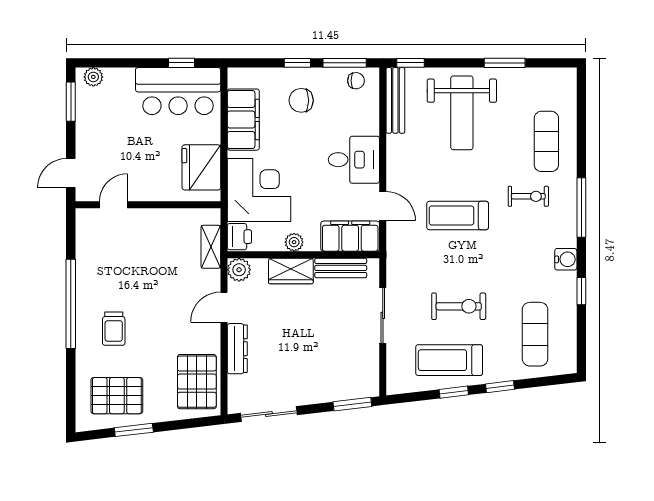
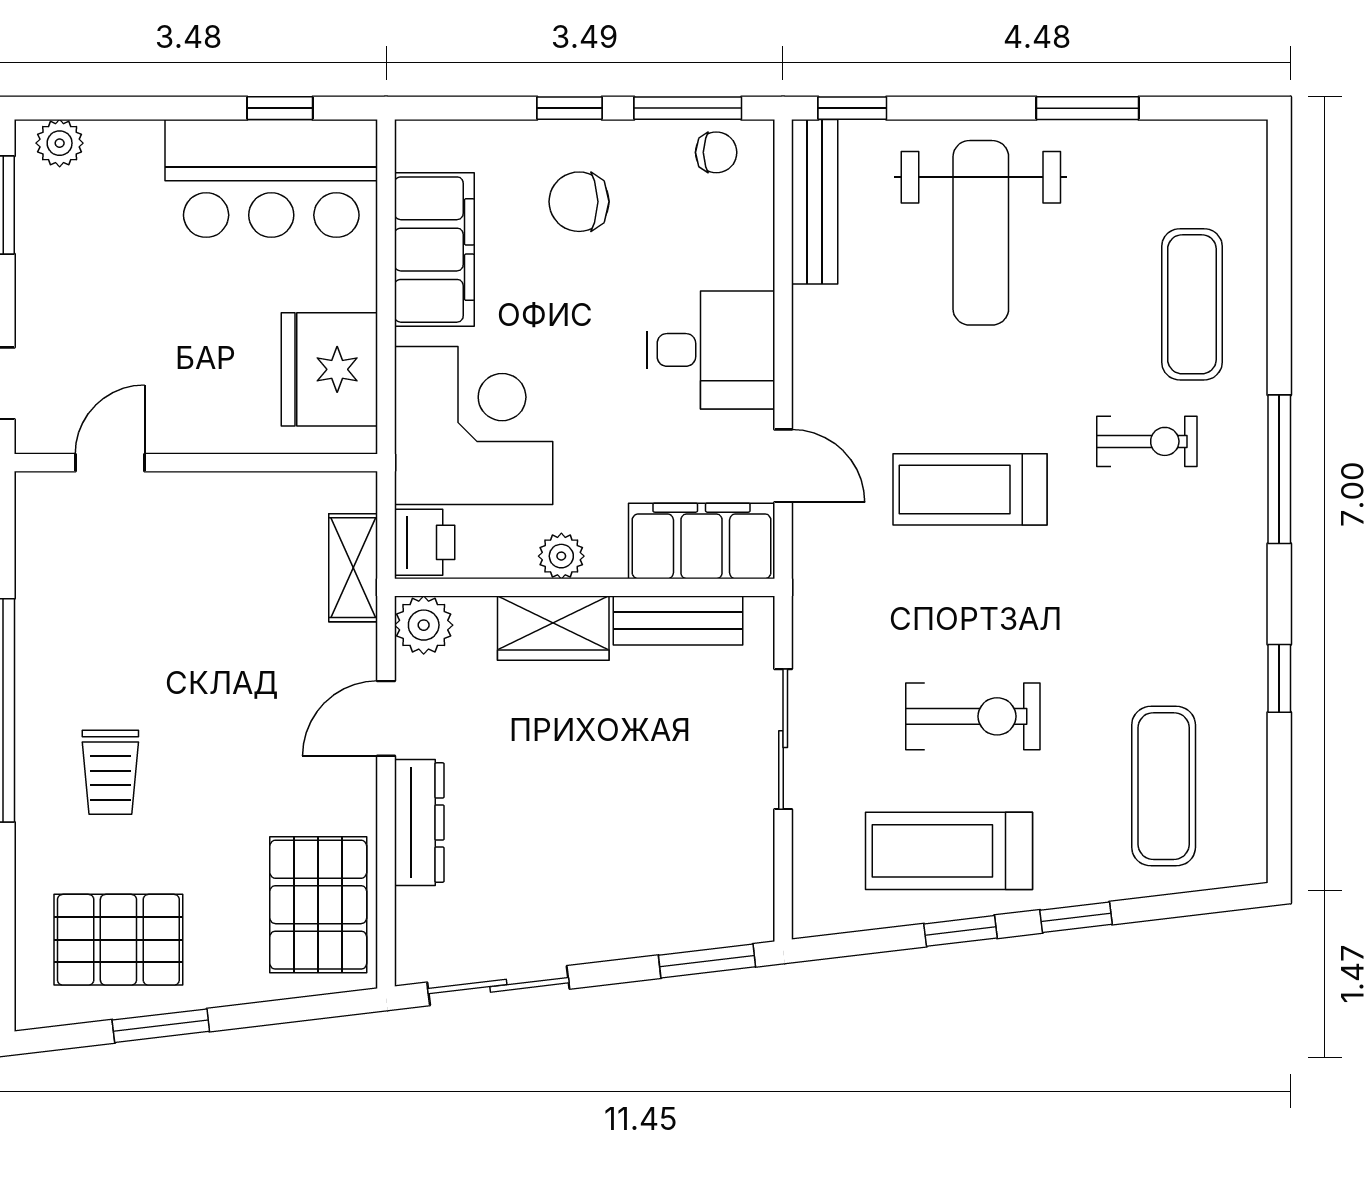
water cooler: (566, 259) -> (1241, 599), removed

